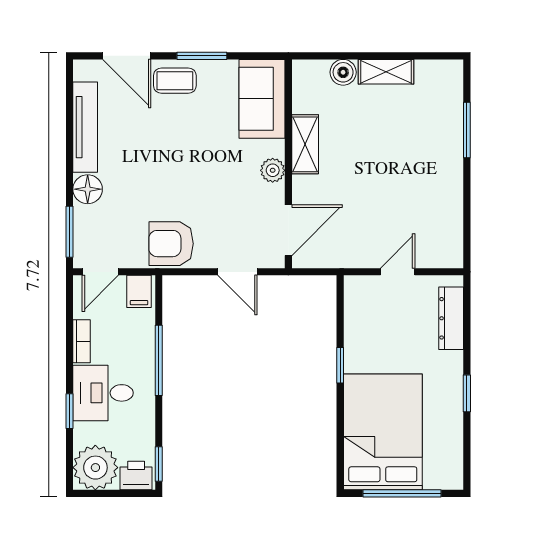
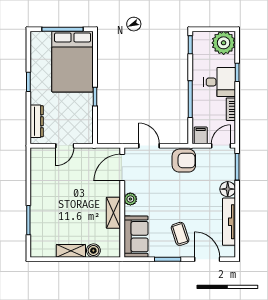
coffee table: (175, 81) -> (180, 234), moved, turned 72
printer: (136, 476) -> (202, 39), removed

